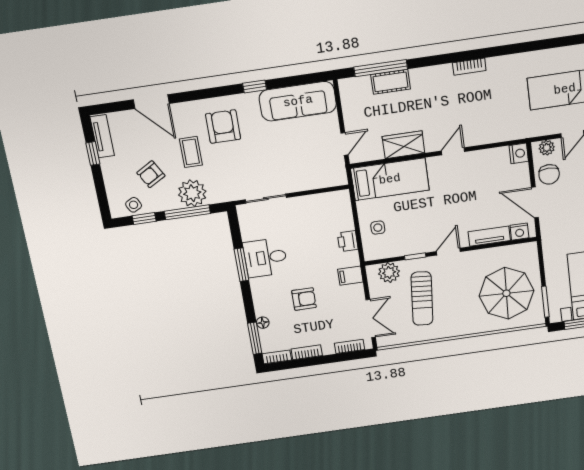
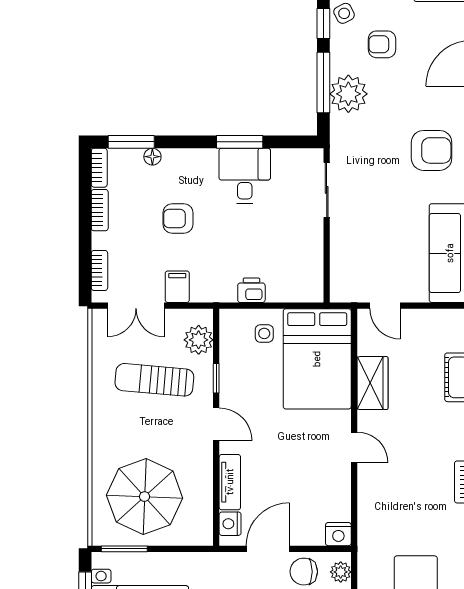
coffee table: (191, 152) -> (404, 102), removed
armchair: (151, 174) -> (382, 44), turned -60
bed: (390, 179) -> (317, 359), width x1.50
filing cabinet: (350, 276) -> (177, 287), moved
armchair: (304, 299) -> (178, 219), turned 90

